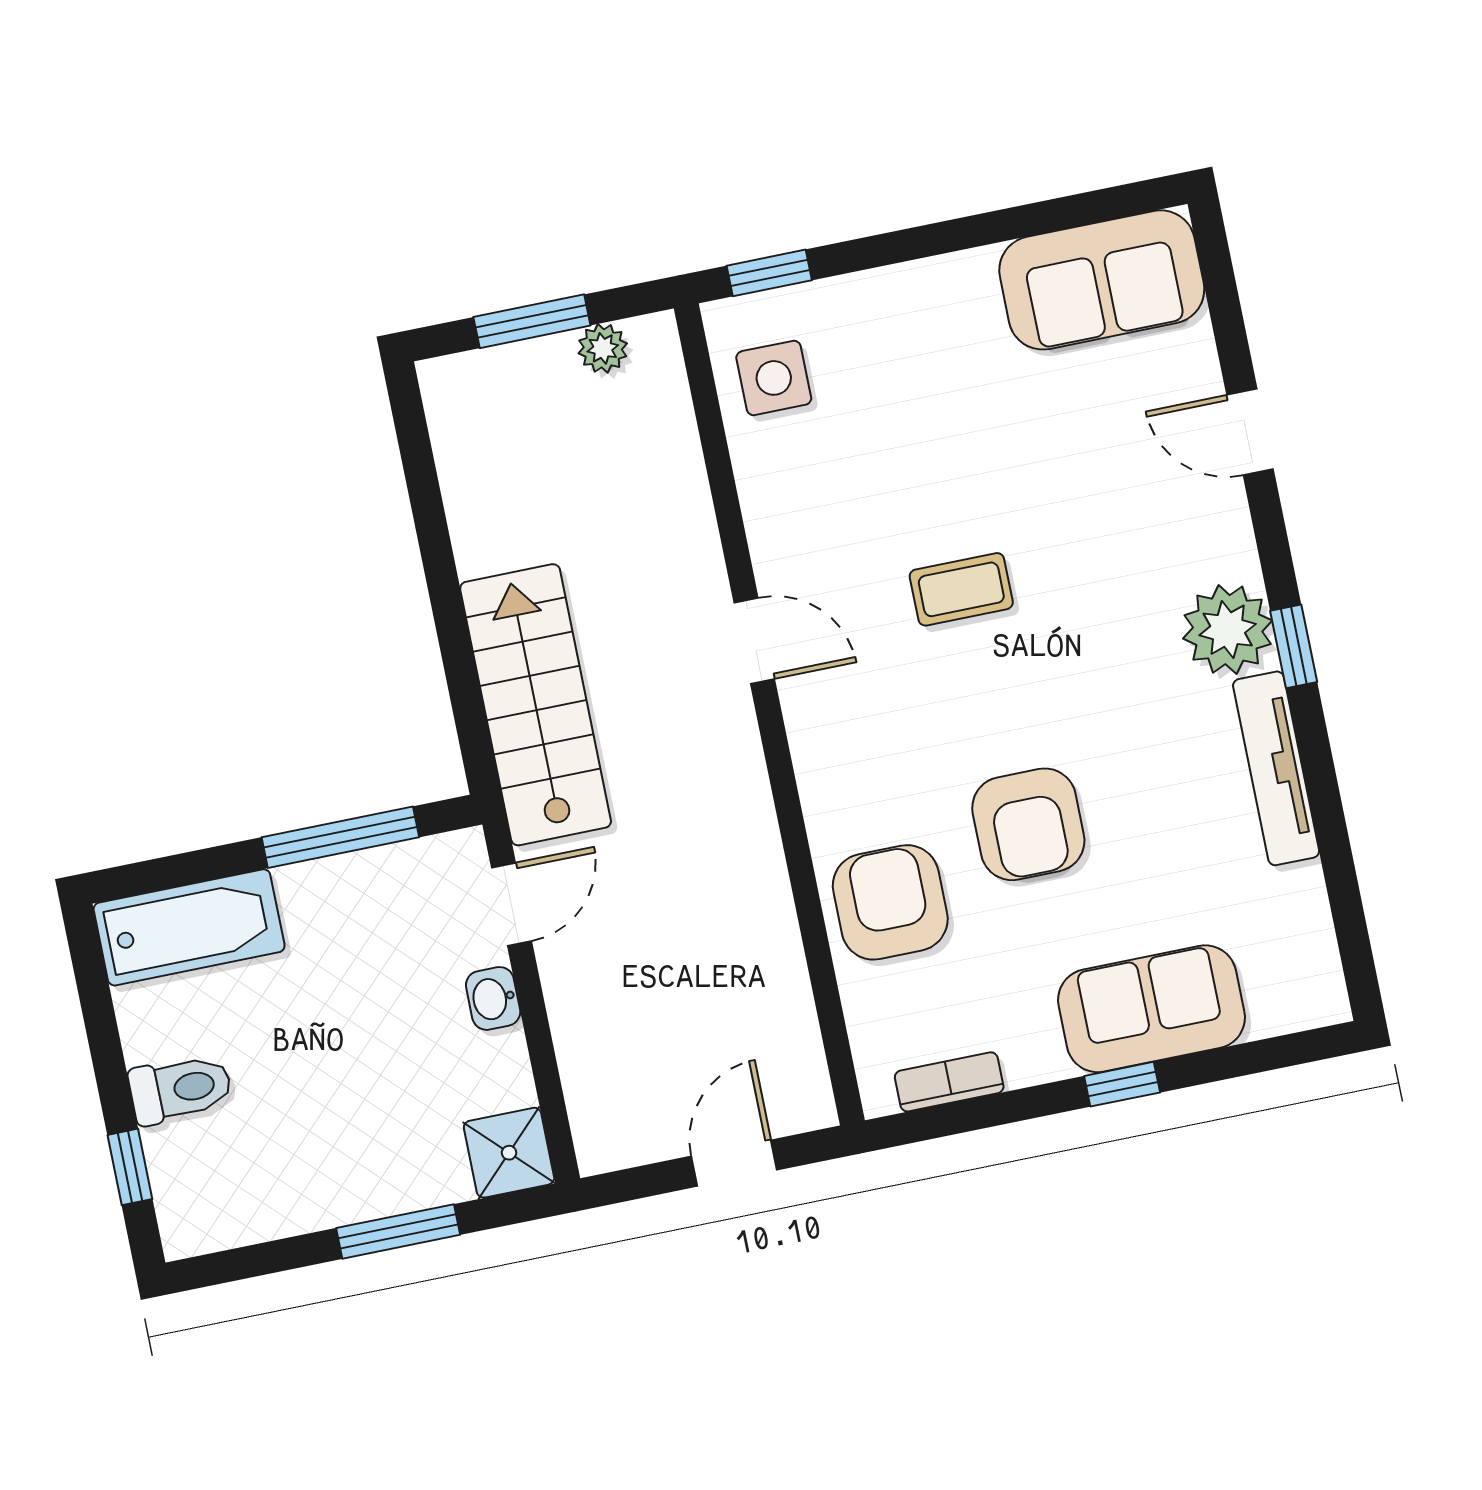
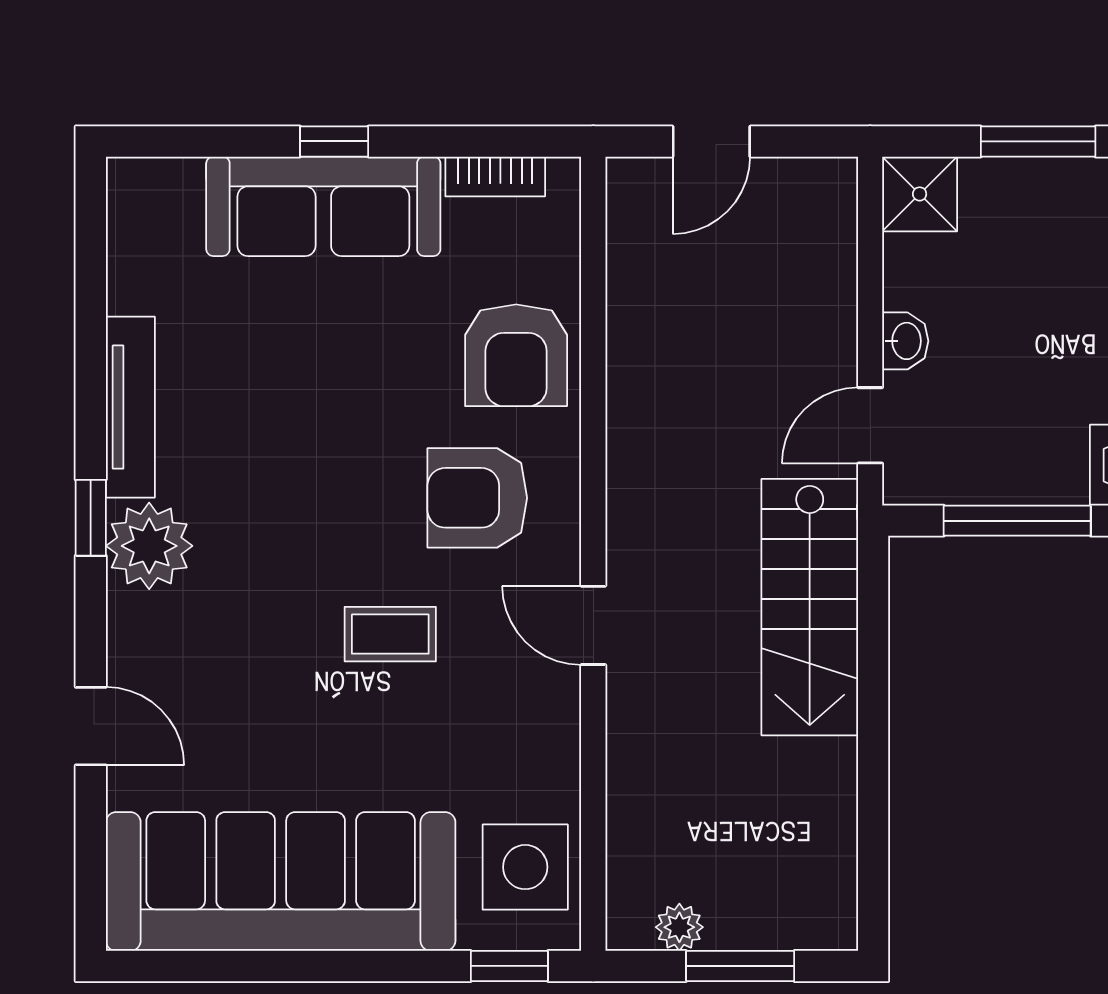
sofa: (1102, 280) -> (281, 882), width x1.85, depth x1.27
side table: (774, 378) -> (525, 867), width x1.37, depth x1.37
armchair: (1028, 824) -> (477, 498), moved, turned -90
sofa: (1151, 1009) -> (323, 206), width x1.36

